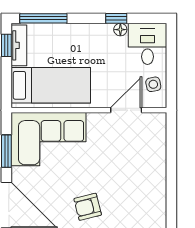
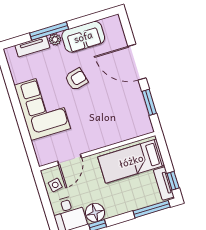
floor lamp: (120, 30) -> (95, 213), width x1.89, depth x1.89
corner sofa: (49, 139) -> (42, 107), moved, turned 90

